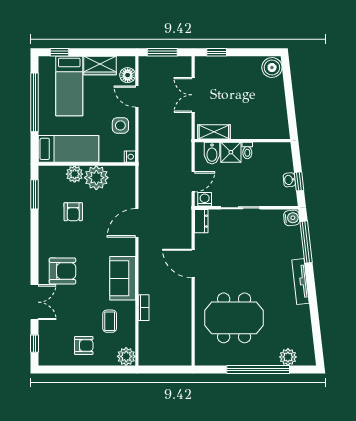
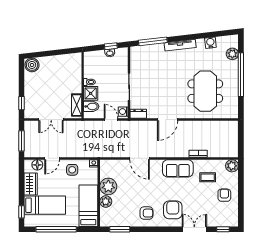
armchair: (73, 212) -> (146, 213), moved
water cooler: (292, 218) -> (210, 43), moved

